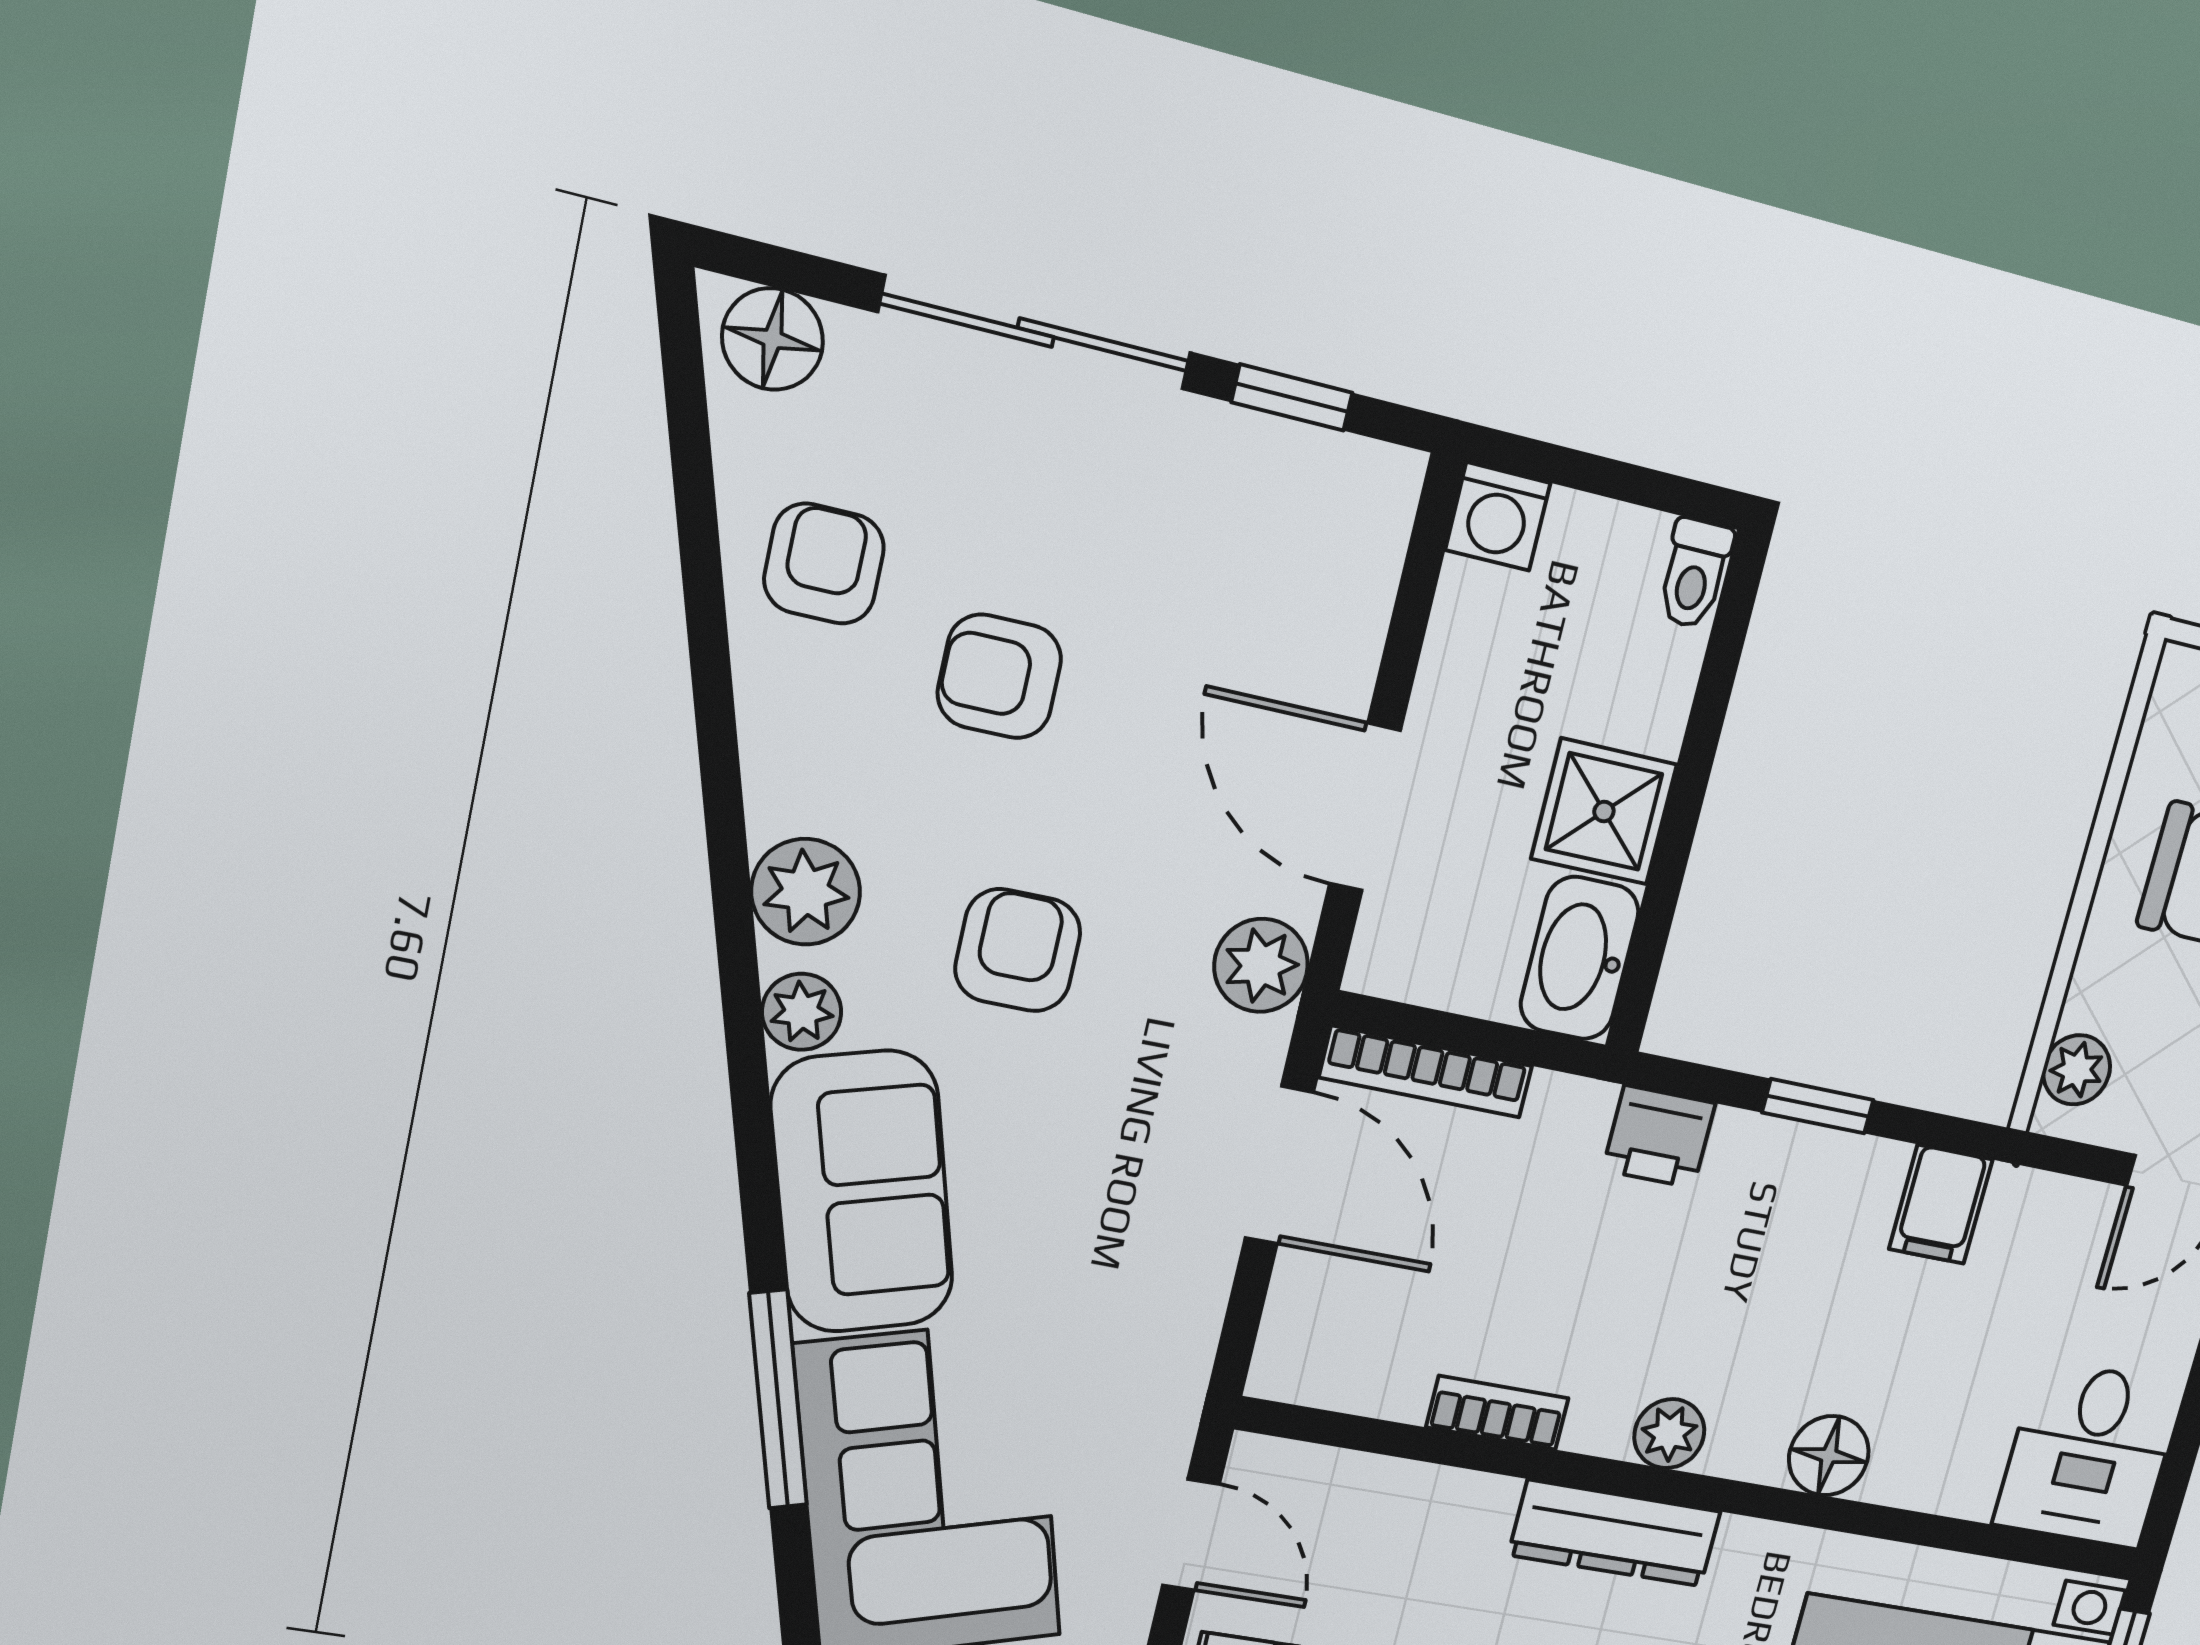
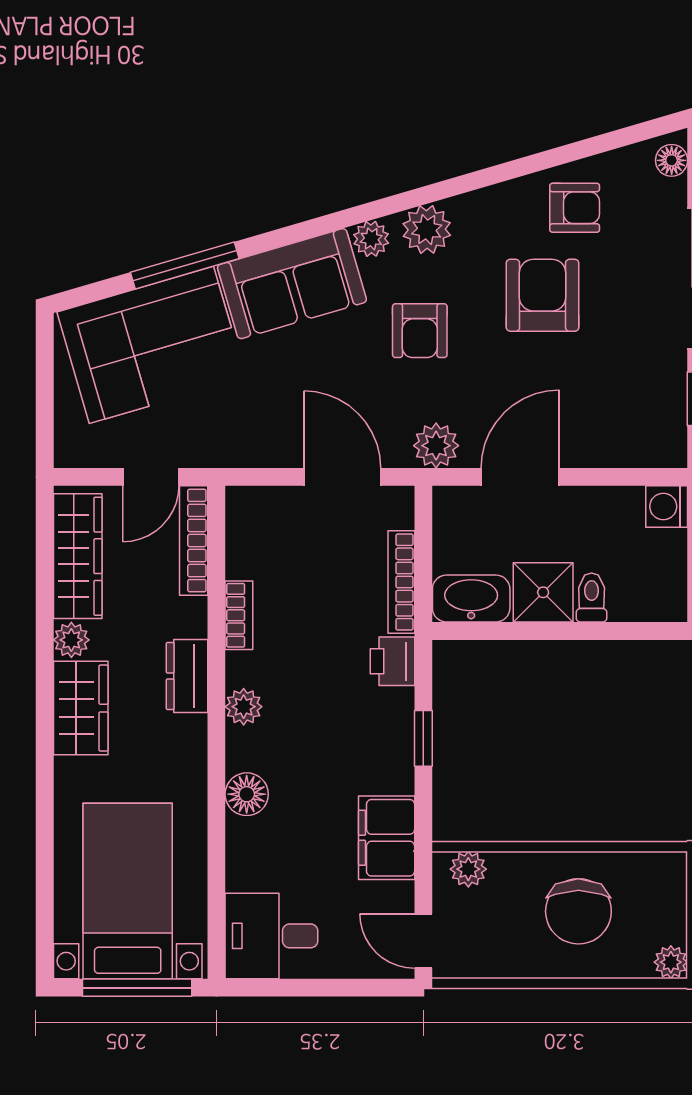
floor lamp: (773, 339) -> (672, 160), width x0.73, depth x0.73
toilet: (1694, 574) -> (592, 598), moved, turned 90
armchair: (999, 676) -> (543, 295), width x1.38, depth x1.38
armchair: (1018, 950) -> (420, 331), turned 90
bookcase: (1426, 1072) -> (401, 582), moved
door: (1279, 1165) -> (342, 477), swing flipped
filing cabinet: (1941, 1204) -> (387, 838), width x2.00
bookcase: (1334, 1474) -> (194, 540), added
dresser: (1615, 1533) -> (187, 676), width x0.70

